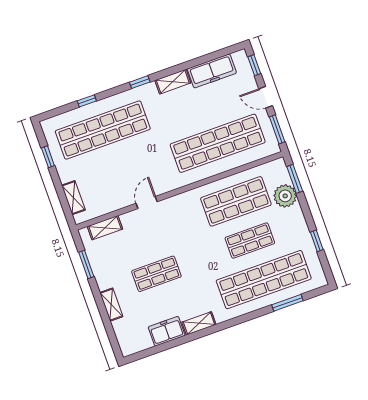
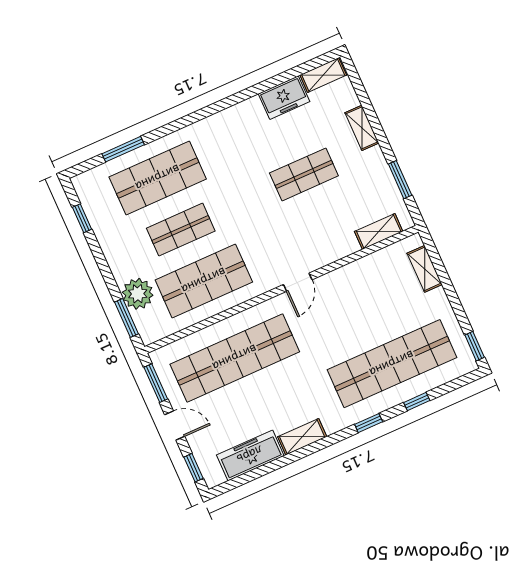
window: (140, 82) -> (369, 423), moved
window: (48, 157) -> (475, 346), moved
door: (147, 202) -> (298, 282), moved
window: (317, 241) -> (82, 218), moved
shop shelf: (264, 280) -> (158, 178), width x0.71
shelving: (199, 323) -> (323, 75), moved

